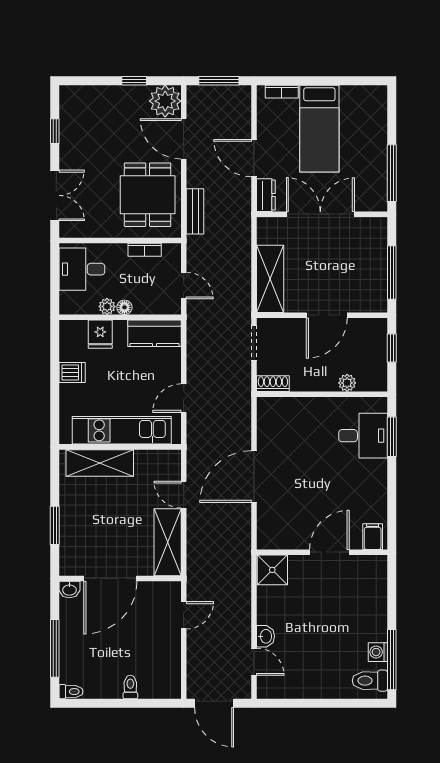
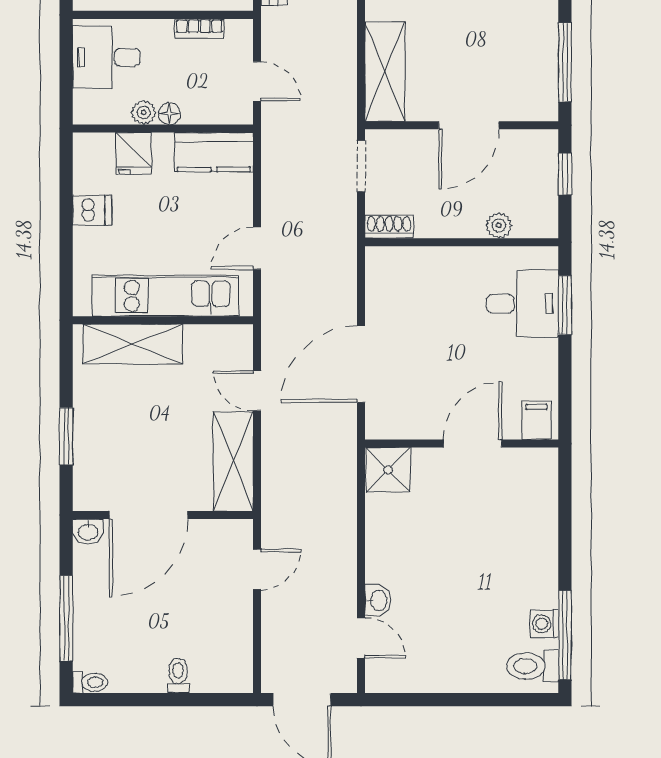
filing cabinet: (373, 537) -> (537, 420), moved
wall: (322, 552) -> (462, 444), moved
door: (329, 552) -> (473, 444), moved
shower: (272, 570) -> (388, 470), moved

